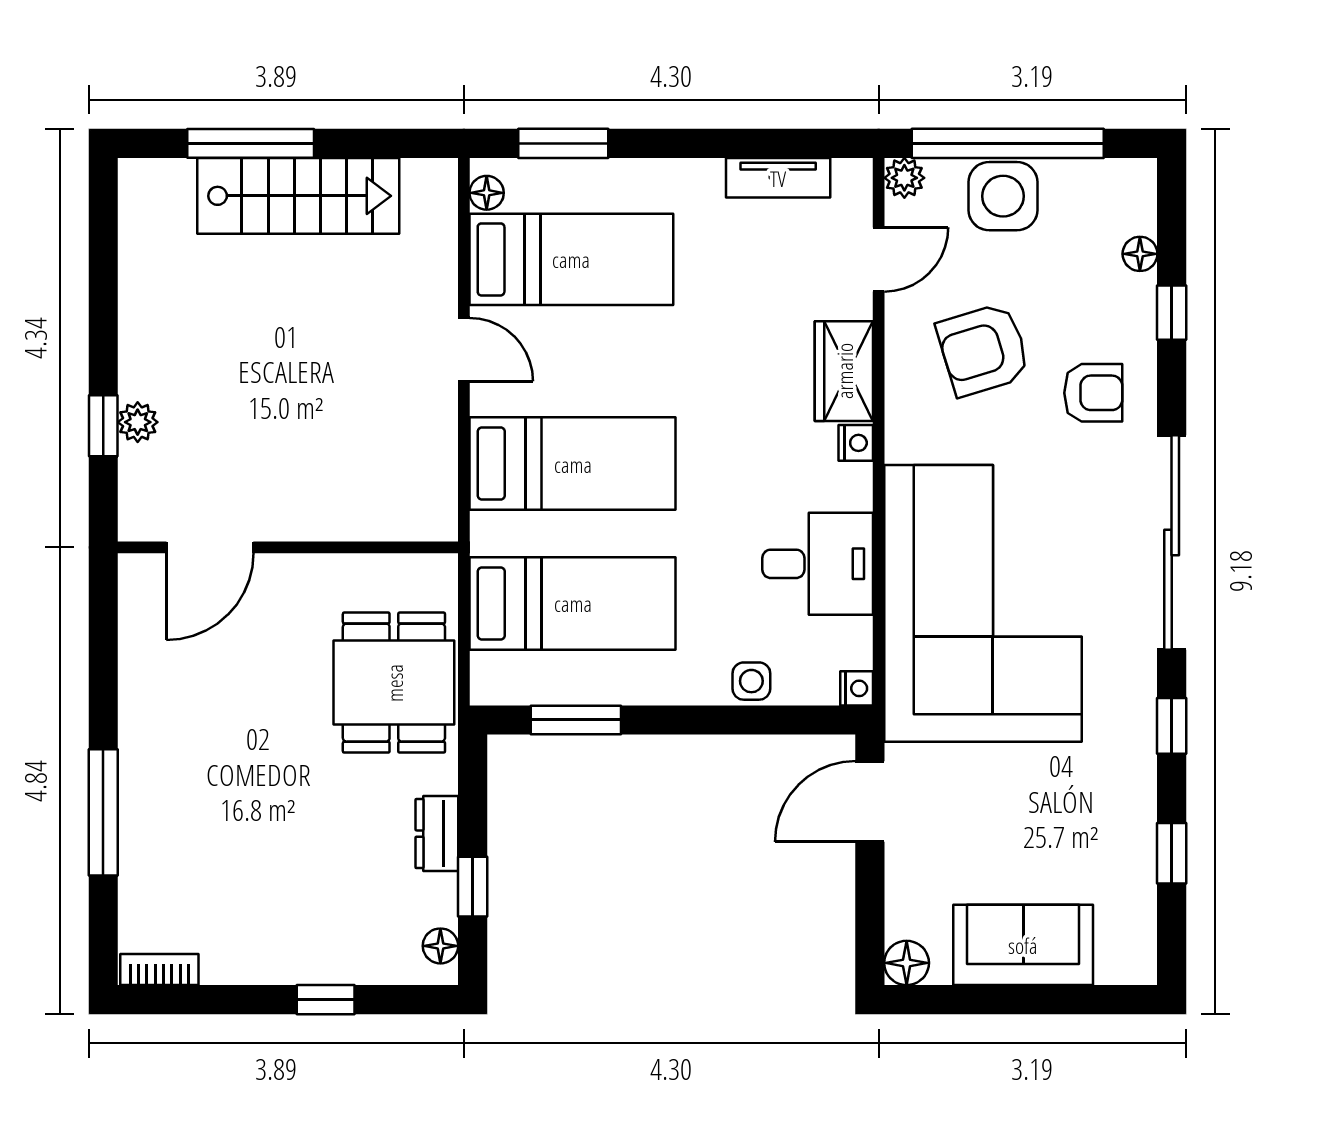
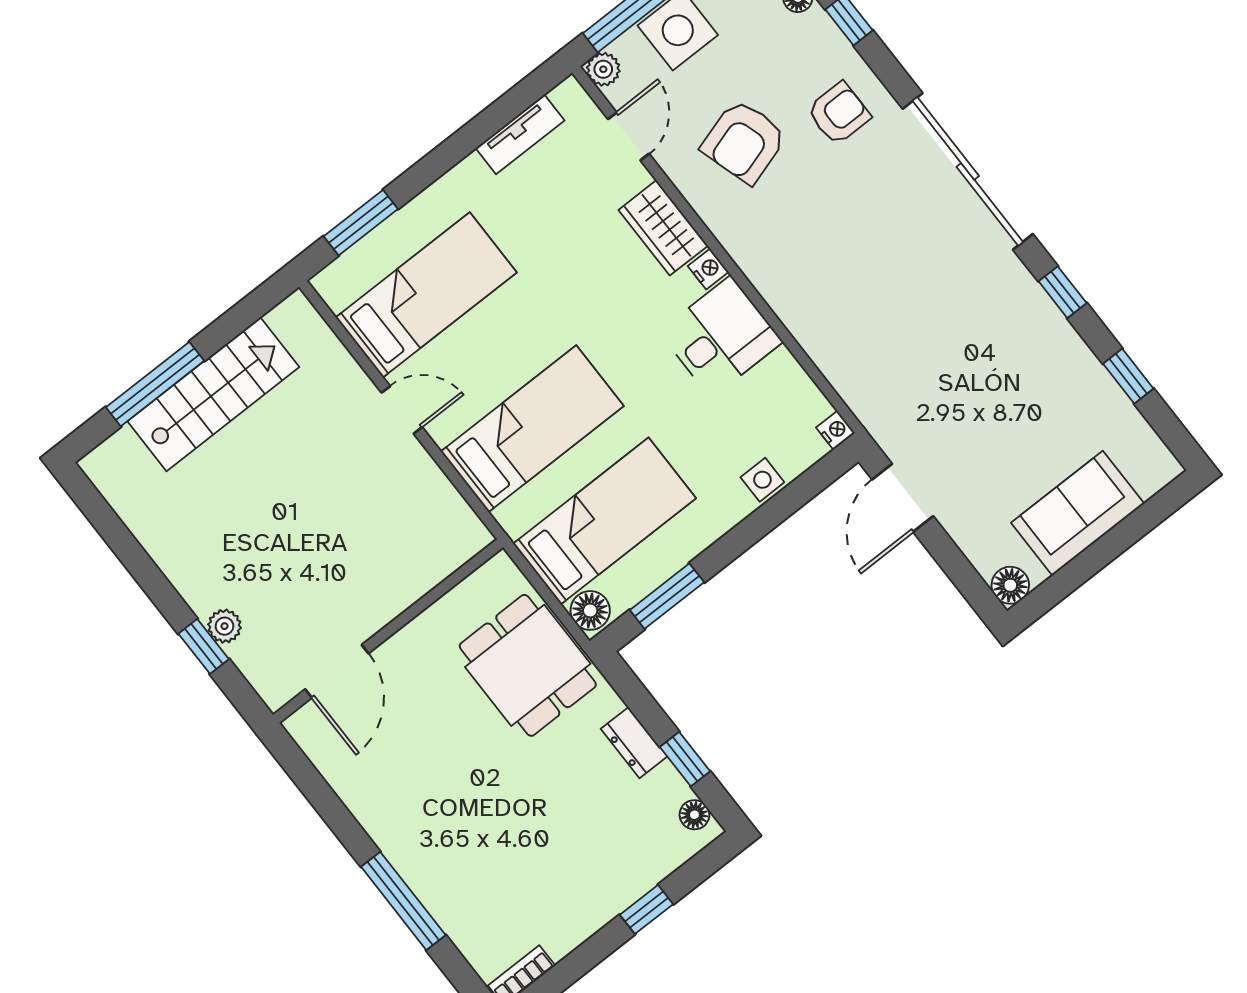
floor lamp: (487, 193) -> (590, 610), moved, width x1.37, depth x1.37
desk: (818, 564) -> (721, 337), moved
corner sofa: (983, 603) -> (875, 309), removed

